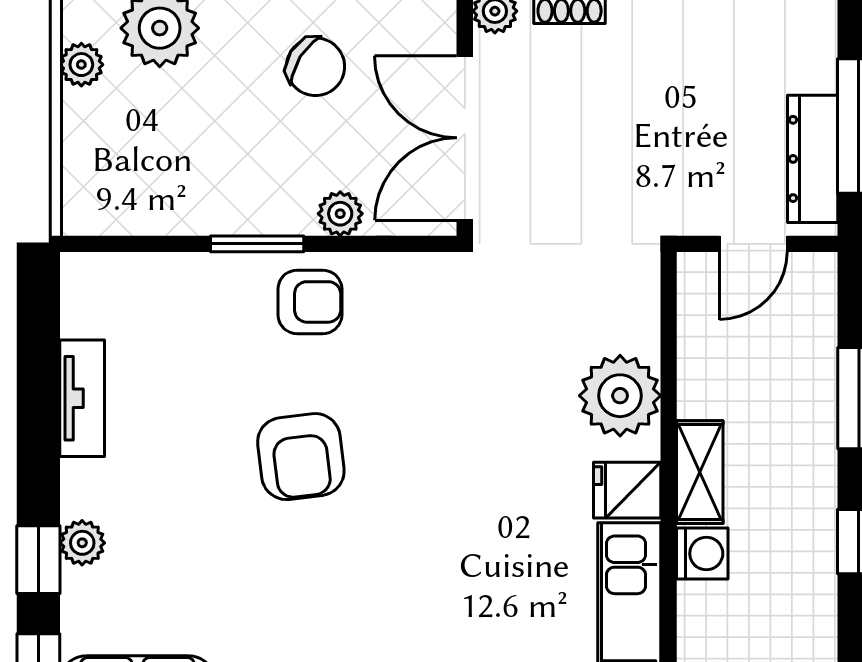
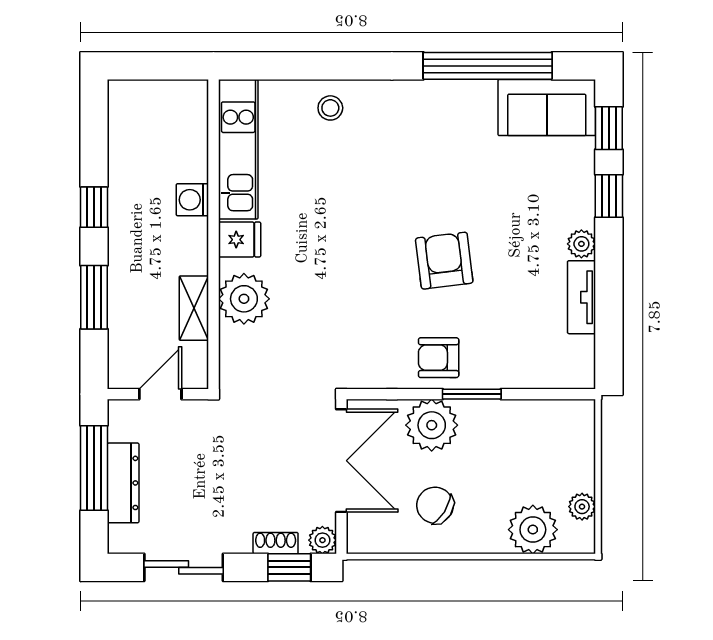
dresser: (813, 159) -> (123, 483), moved
plant: (340, 214) -> (432, 425), width x1.87, depth x1.87
shelving: (700, 472) -> (194, 308), moved
plant: (82, 543) -> (581, 244), moved

